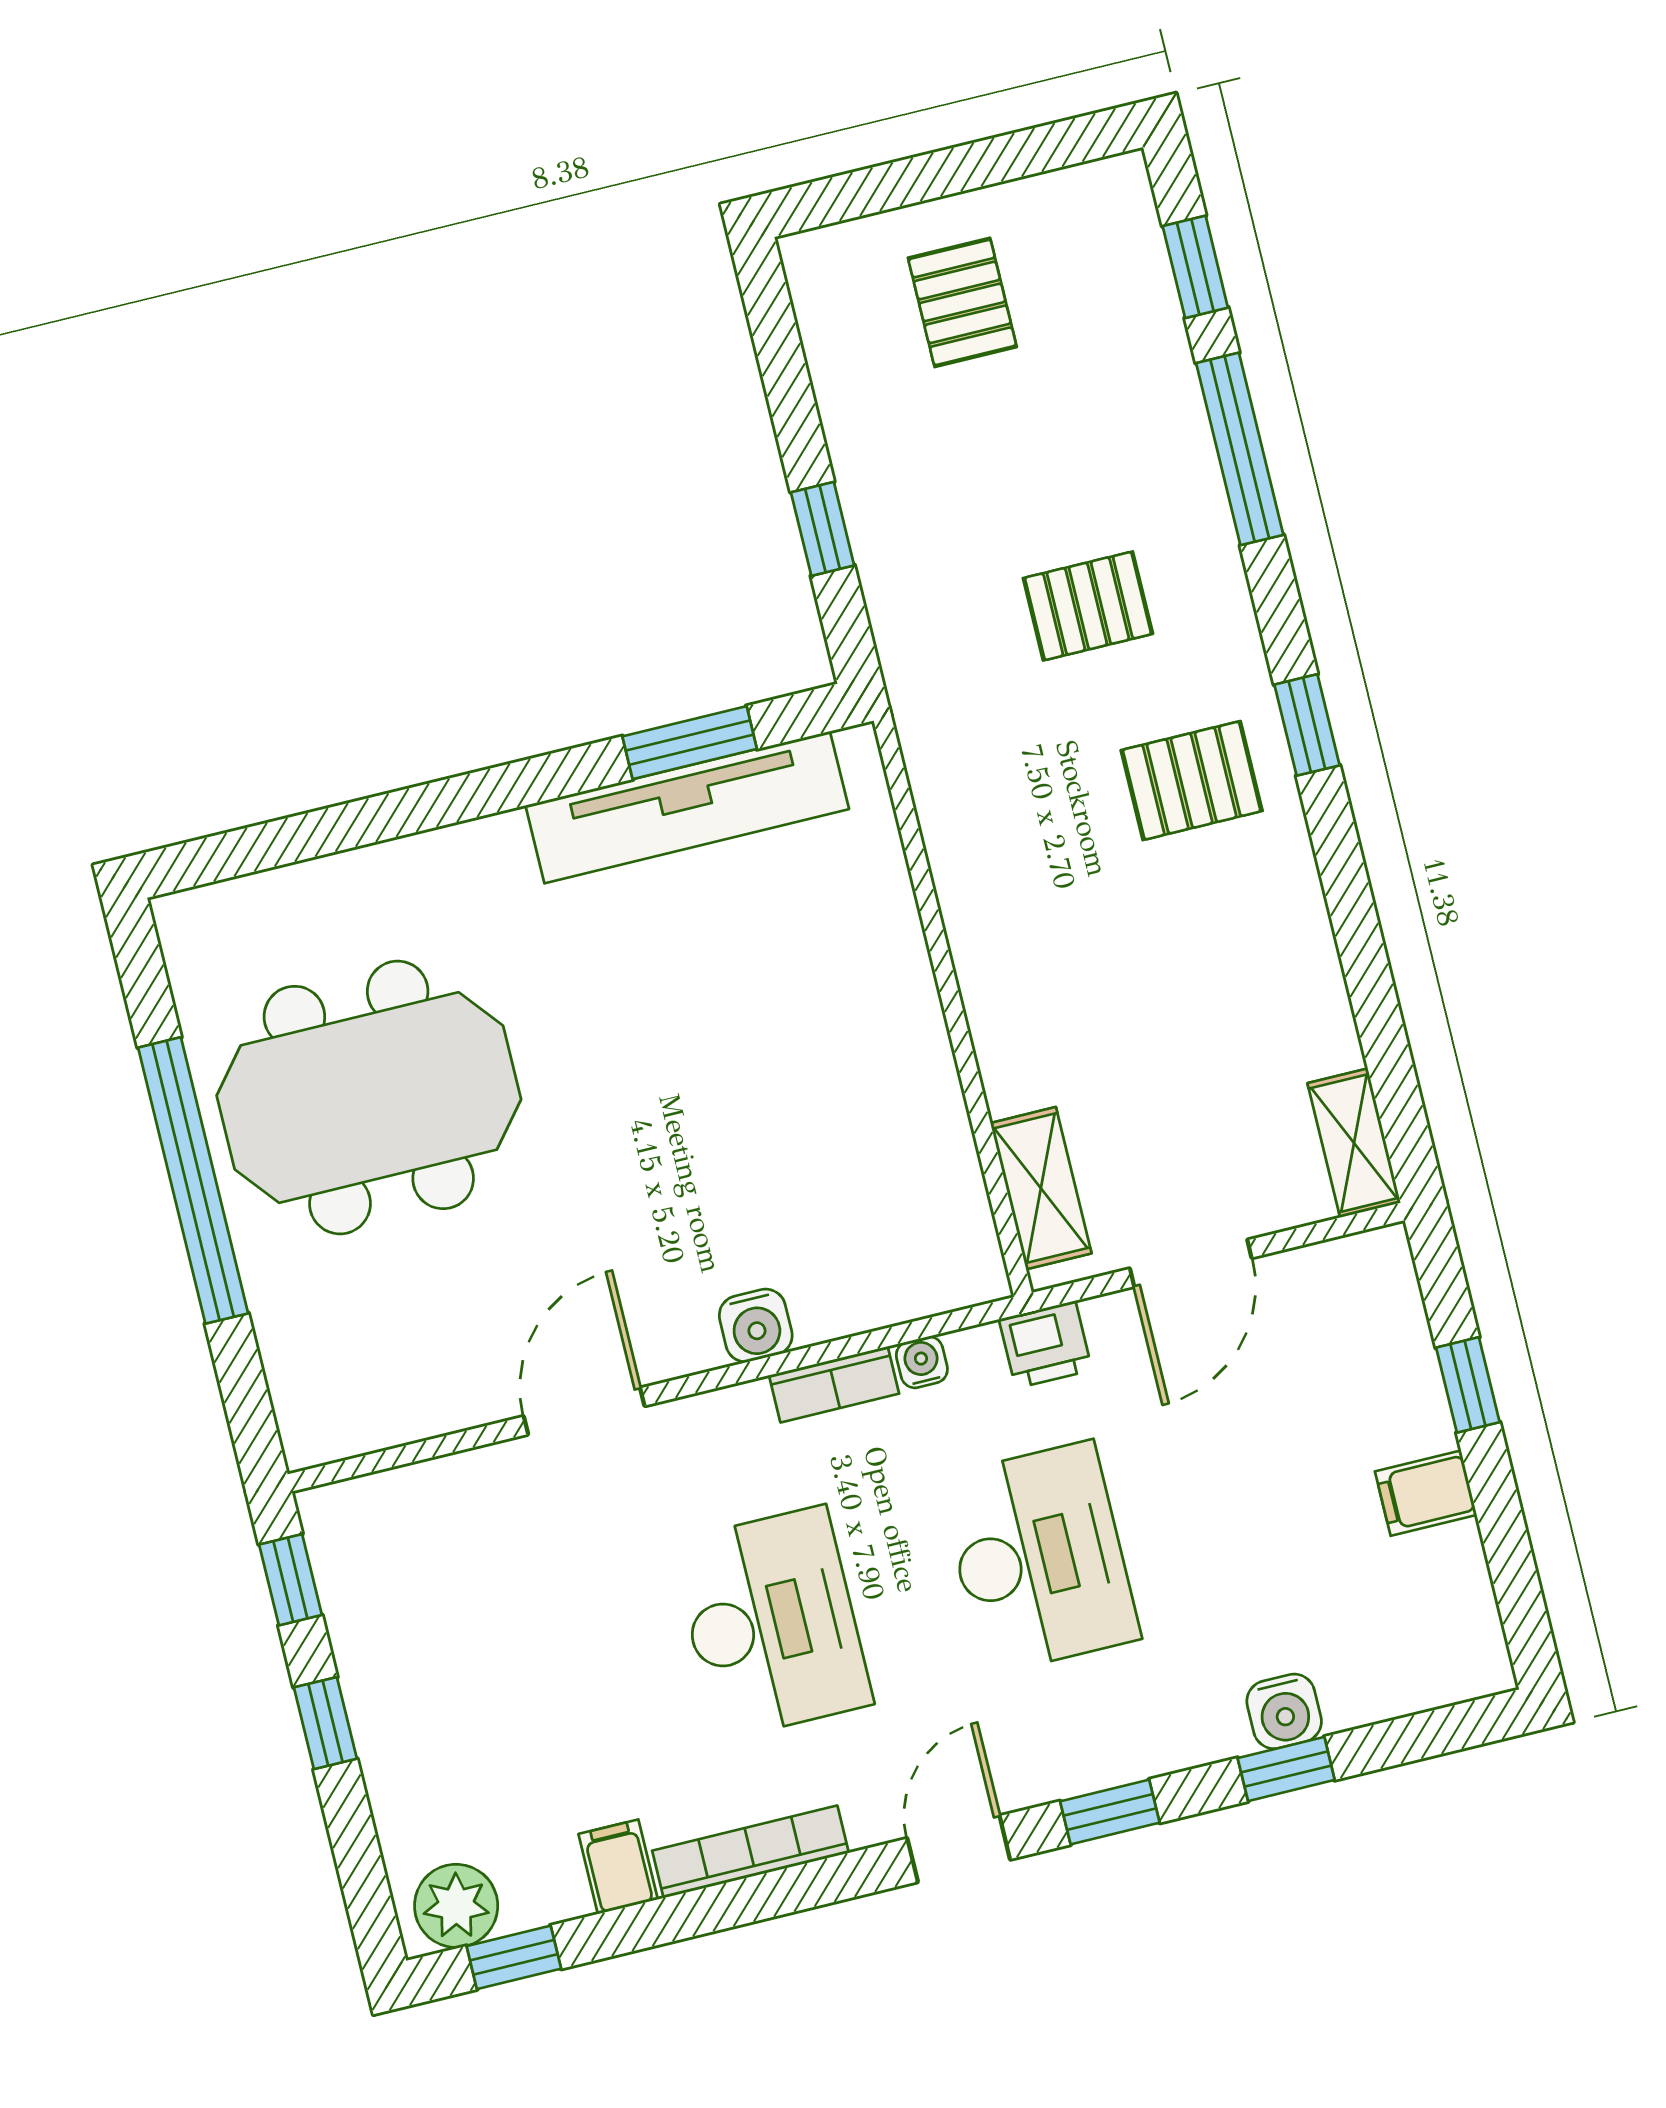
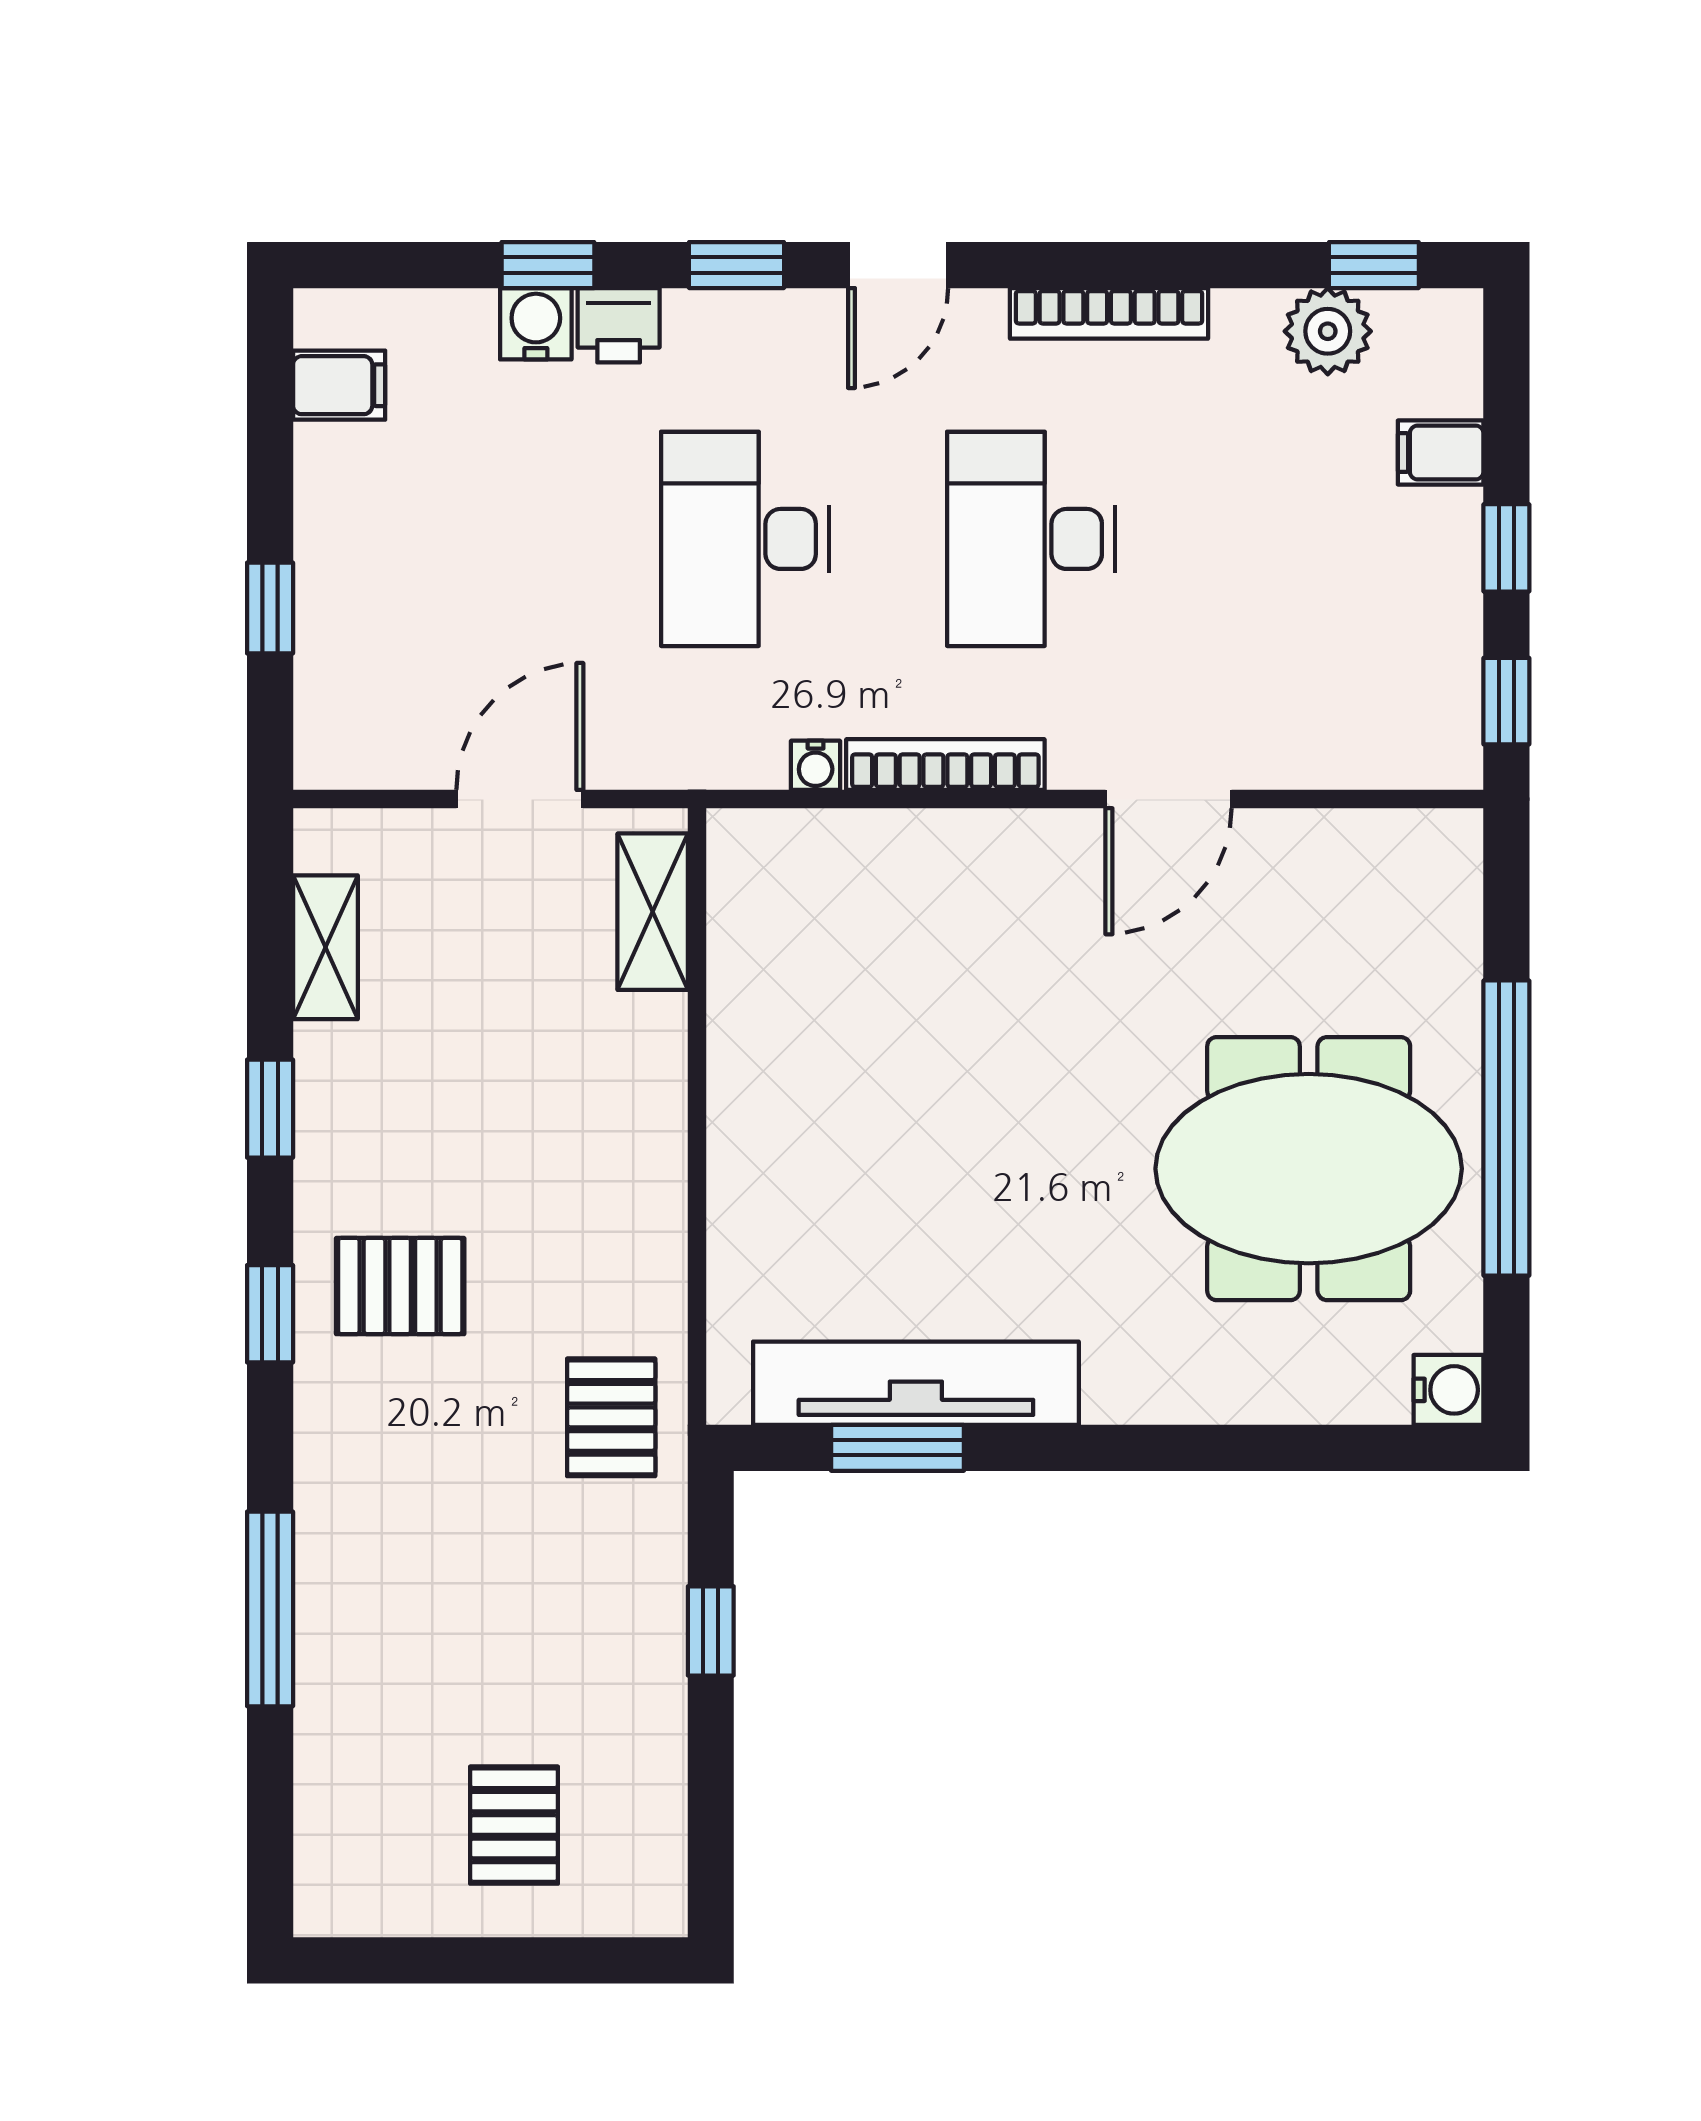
window: (1195, 267) -> (270, 1109), moved
pallet: (1088, 606) -> (611, 1417), moved, turned 90
shelving: (1354, 1143) -> (325, 947), moved
water cooler: (756, 1326) -> (1448, 1390), moved, turned 90
printer: (1045, 1345) -> (619, 325), moved, turned 180
bookcase: (834, 1384) -> (945, 765), width x1.56
filing cabinet: (1426, 1493) -> (339, 385), moved
filing cabinet: (618, 1867) -> (1441, 453), moved, turned 90
plant: (456, 1906) -> (1328, 331), moved

